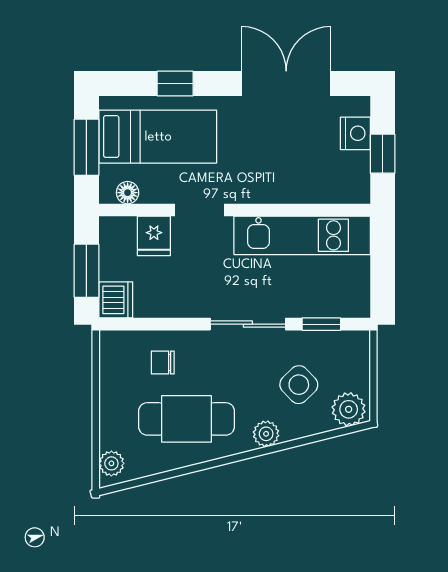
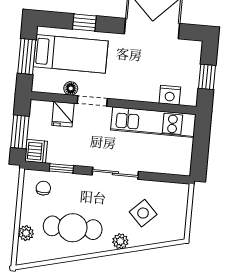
nightstand: (355, 133) -> (170, 95), moved, turned 90
floor lamp: (128, 193) -> (71, 88), moved
window: (321, 324) -> (61, 168), moved
chair: (163, 363) -> (43, 188), moved, turned 90
plant: (349, 409) -> (172, 231), removed
plant: (111, 463) -> (26, 233), moved

